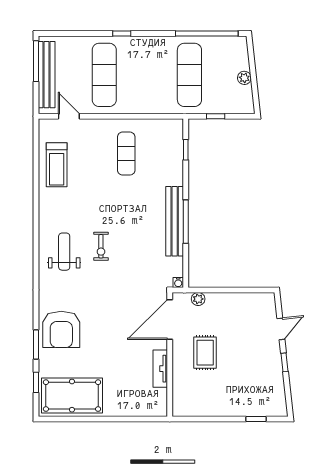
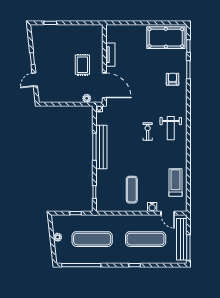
exercise mat: (104, 75) -> (146, 239), turned 90
exercise mat: (189, 75) -> (92, 239), turned 90
water cooler: (94, 126) -> (152, 207), added
door: (170, 319) -> (104, 85), hinge flipped
armchair: (61, 329) -> (173, 79), width x0.53, depth x0.53

